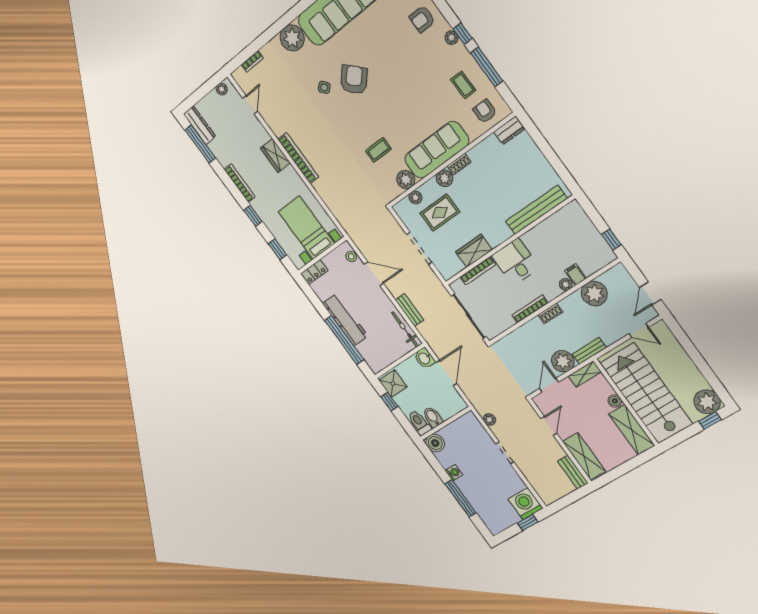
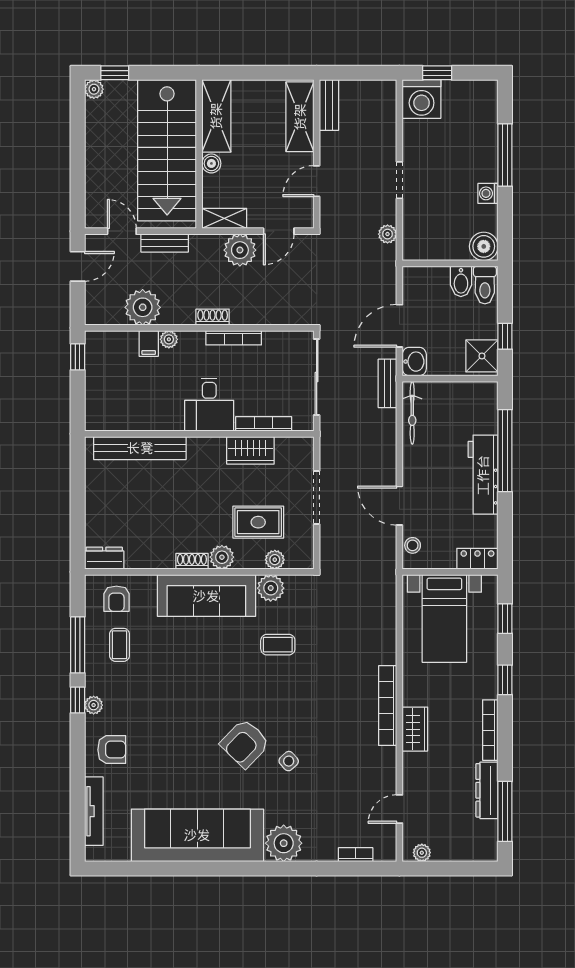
dresser: (200, 125) -> (487, 790), moved
bench: (409, 310) -> (387, 383), moved
bench: (589, 351) -> (165, 243), moved
plant: (707, 402) -> (94, 89), width x0.53, depth x0.53

